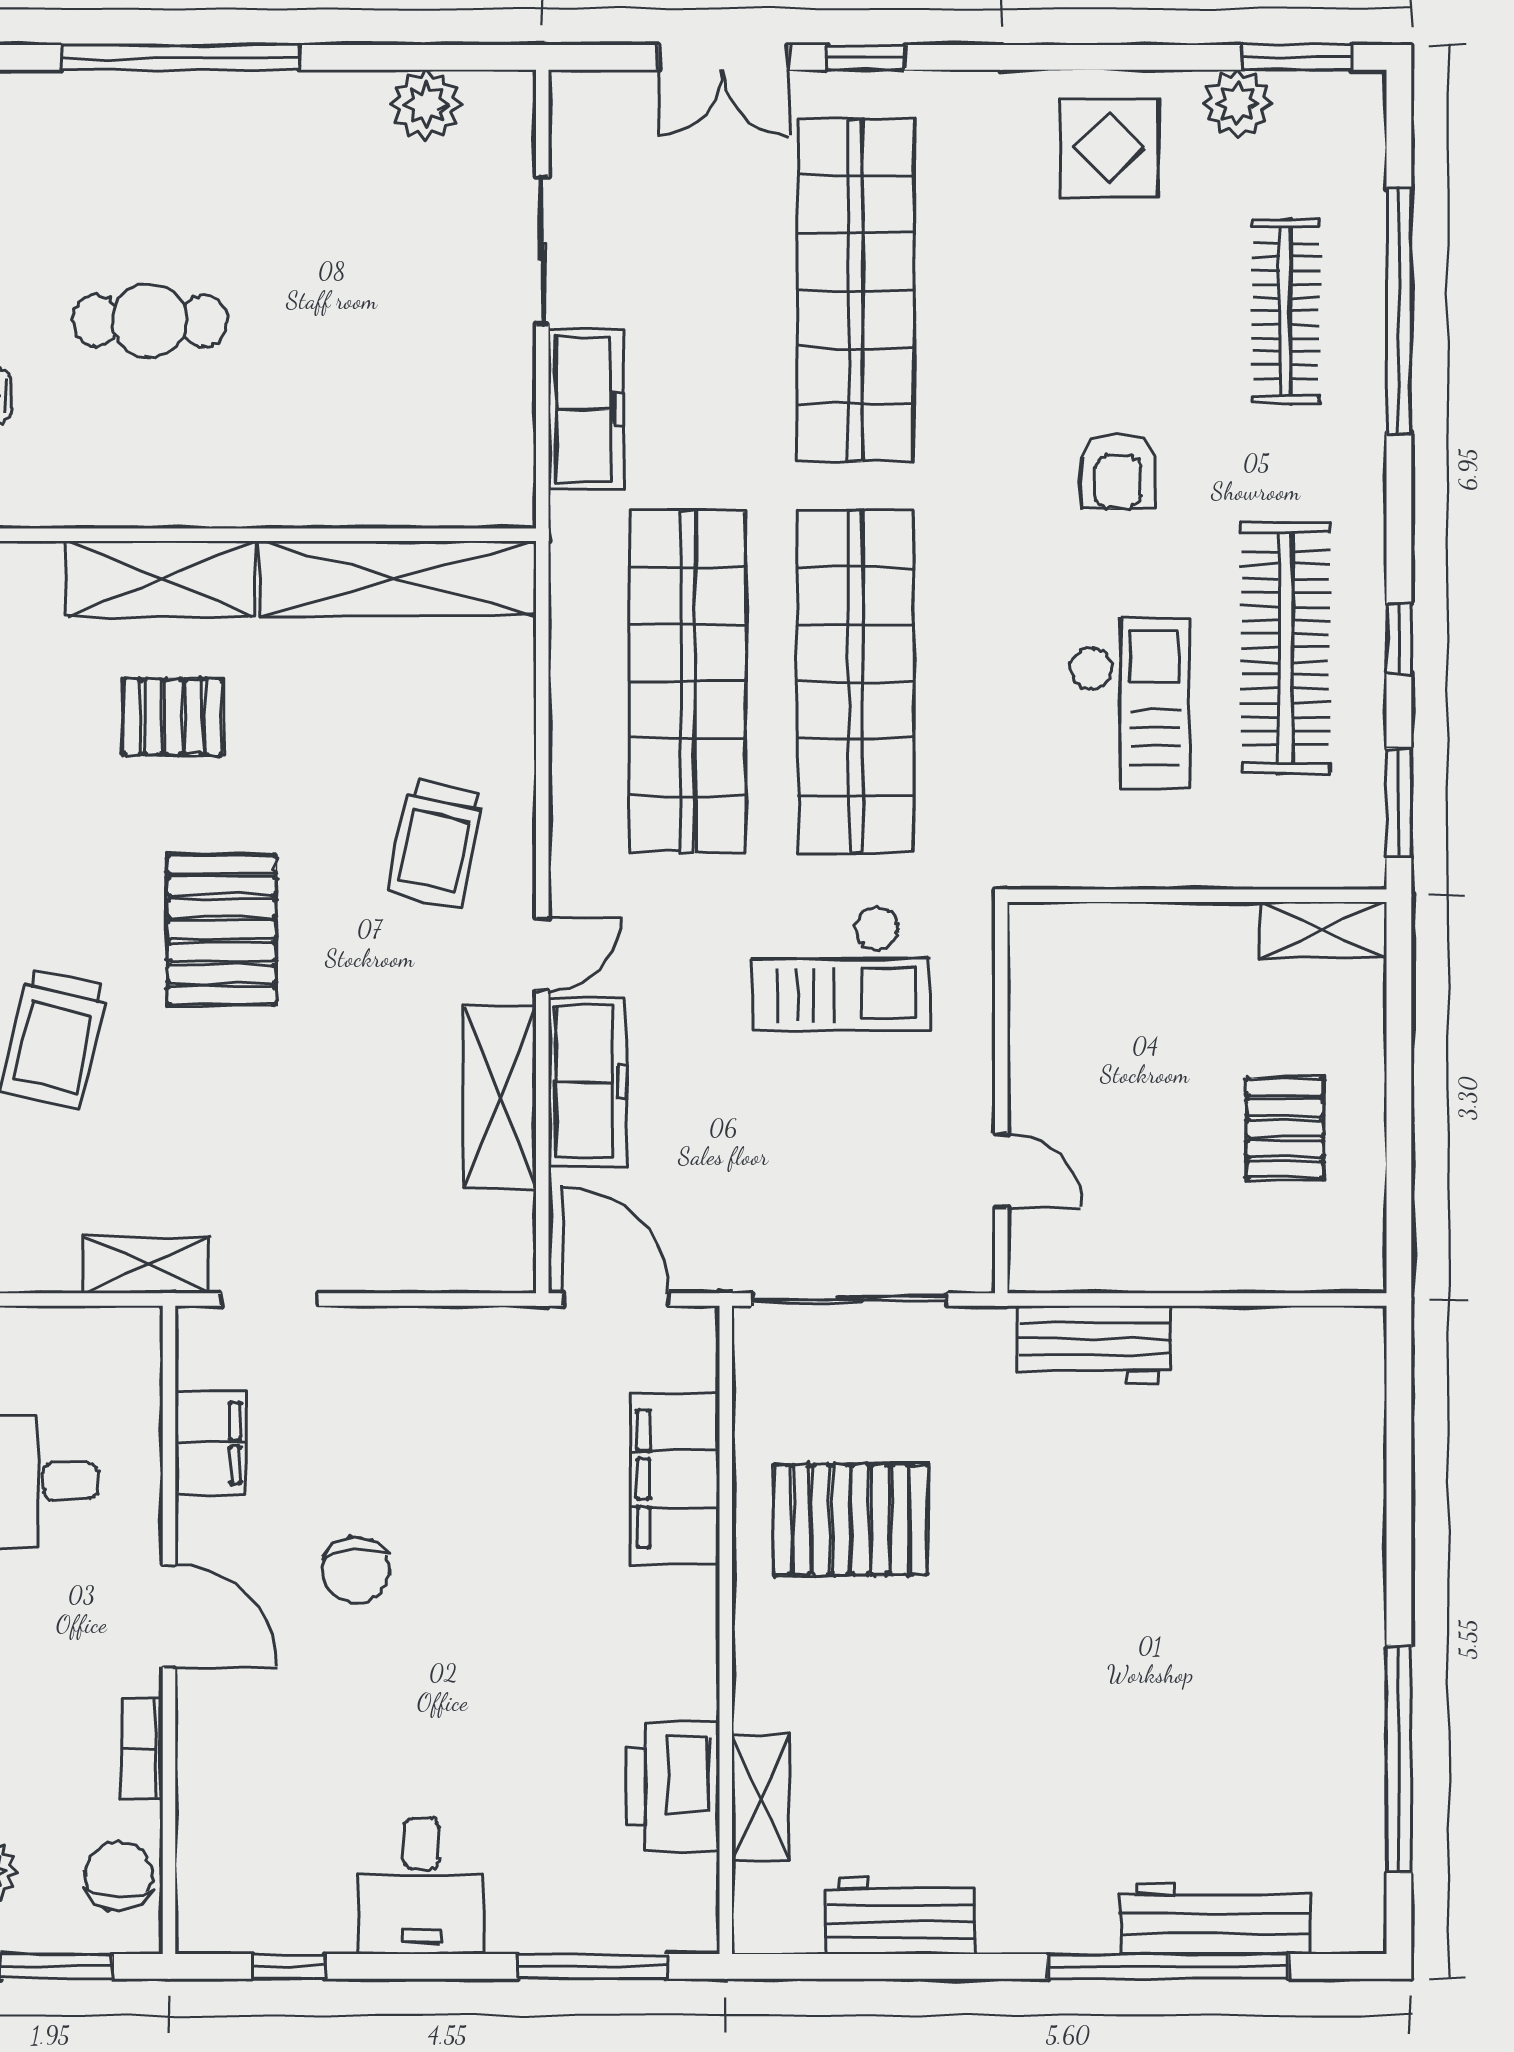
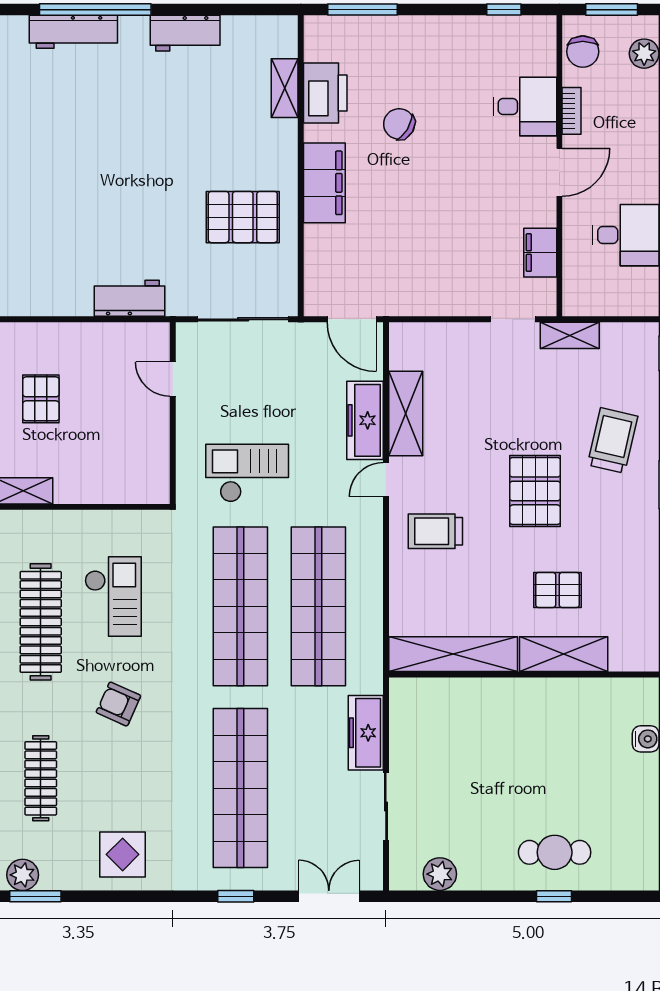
window: (181, 57) -> (554, 896), width x0.32
double door: (723, 57) -> (329, 896), moved
plant: (1237, 104) -> (23, 875), moved
cafe table: (150, 321) -> (555, 852), moved
armchair: (1118, 471) -> (118, 704), turned -66
checkout: (1130, 703) -> (113, 596), turned 180
trolley: (436, 843) -> (435, 531), turned -102
filing cabinet: (675, 1479) -> (324, 183), moved
chair: (356, 1570) -> (399, 124), moved, turned -57
door: (169, 1616) -> (559, 172), swing flipped
desk: (421, 1886) -> (525, 106), moved, turned 90
workbench: (900, 1915) -> (185, 33), moved

